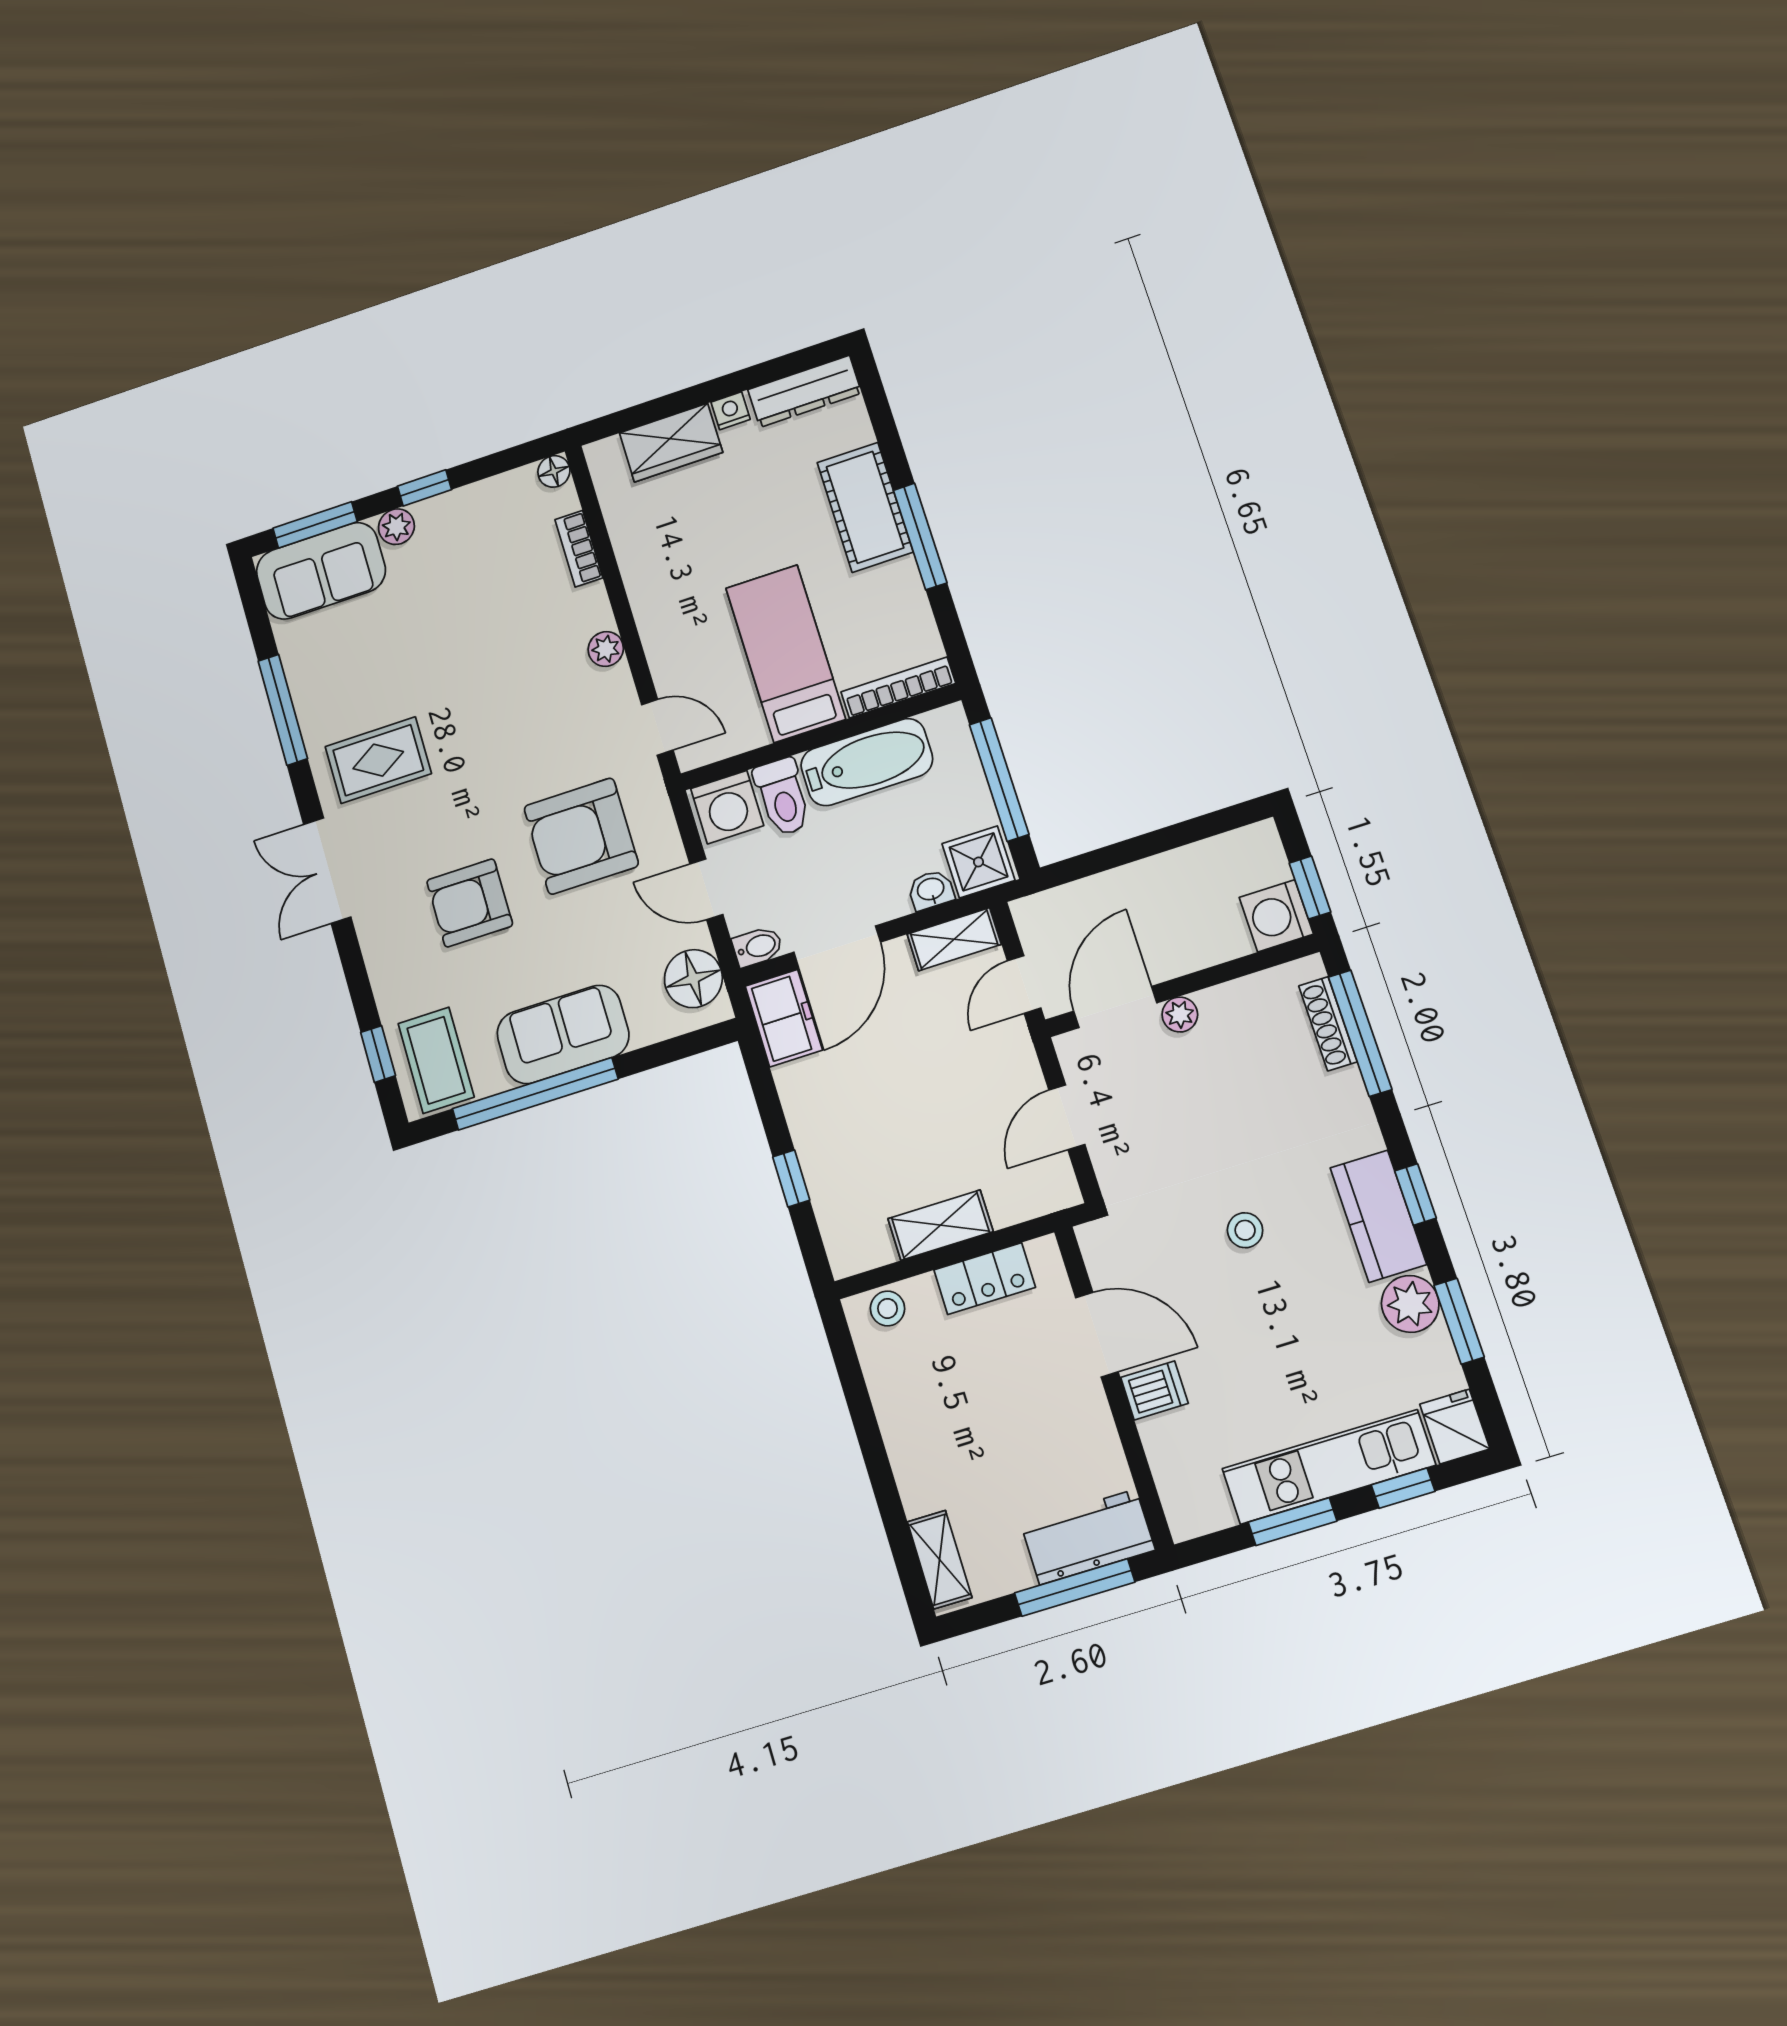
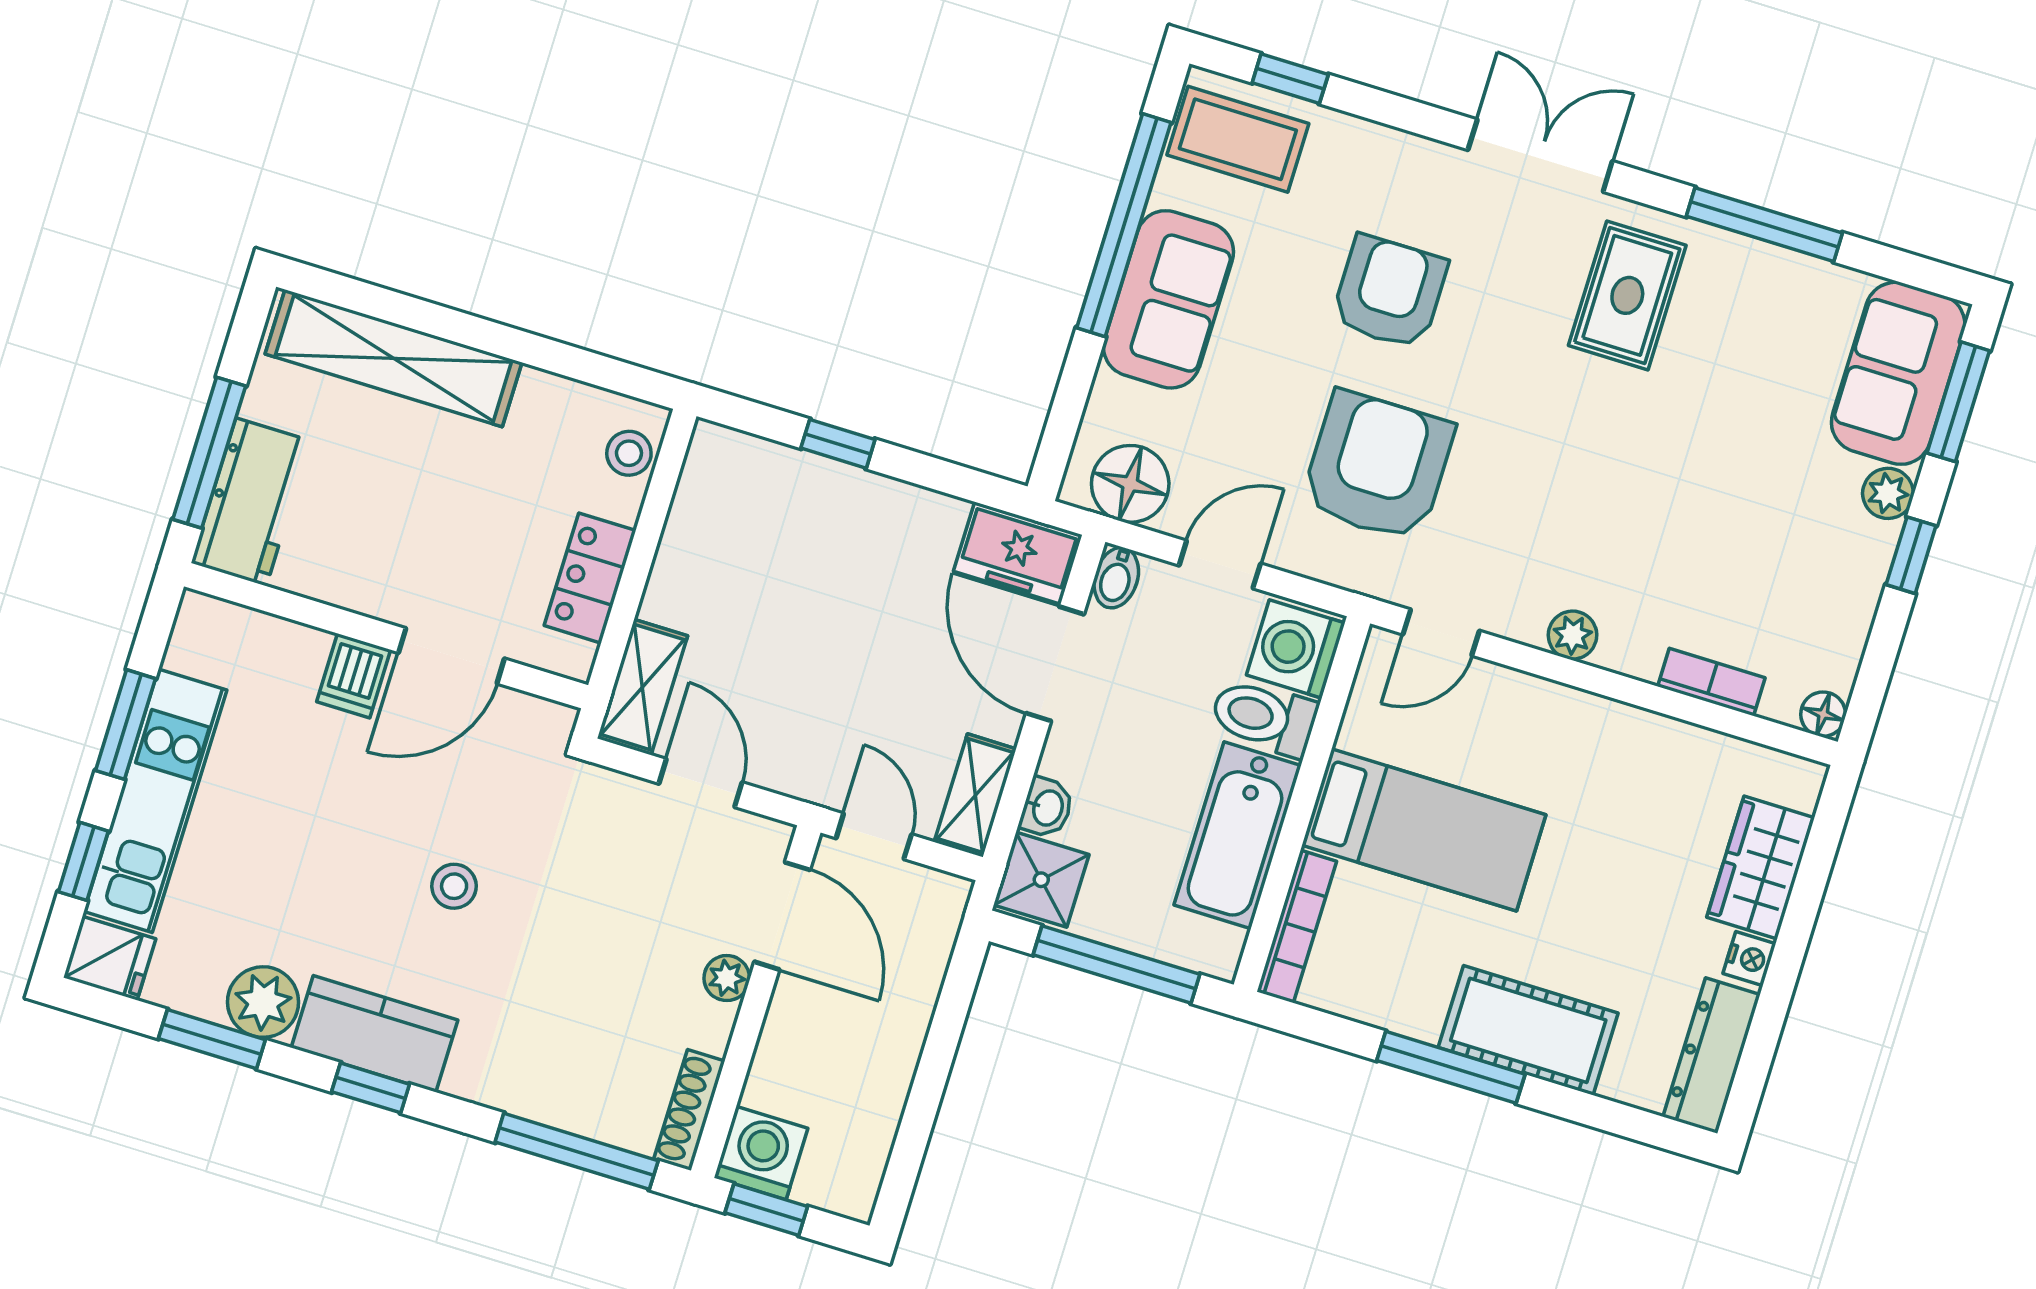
shoe rack: (1328, 1024) -> (689, 1110), moved, turned -90
shelving: (940, 1225) -> (642, 687), moved
shelving: (940, 1560) -> (394, 358), width x2.20, depth x1.33

